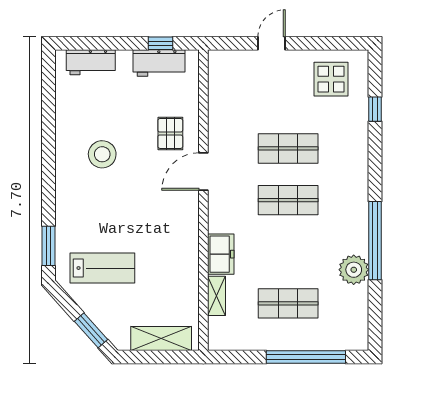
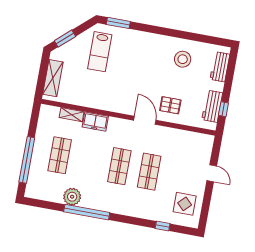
stool: (102, 154) -> (183, 59), moved

